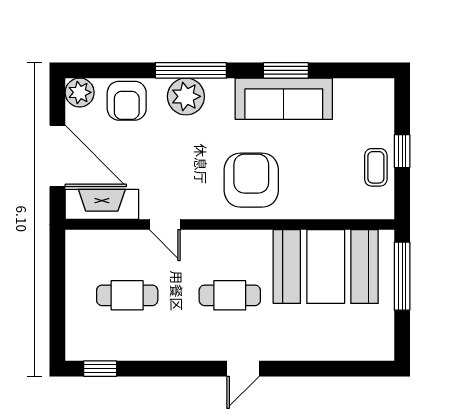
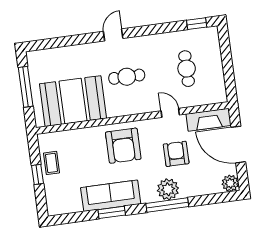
armchair: (127, 101) -> (176, 154), moved
window: (402, 276) -> (26, 87), moved
cafe table: (127, 295) -> (187, 69), turned 90

